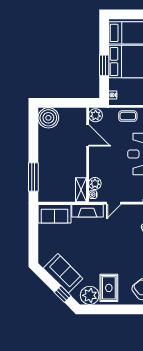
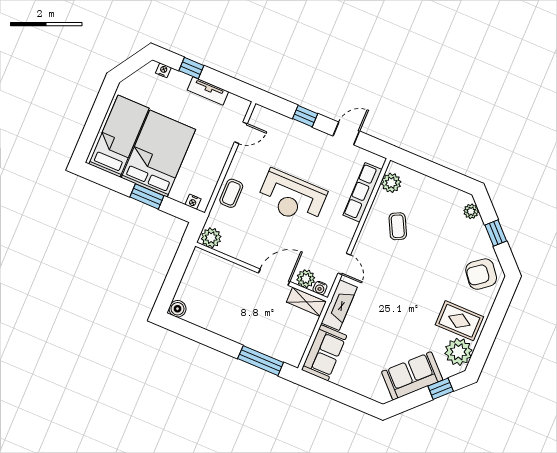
boiler: (48, 118) -> (178, 309), width x0.54, depth x0.54
door: (88, 135) -> (274, 277), moved

